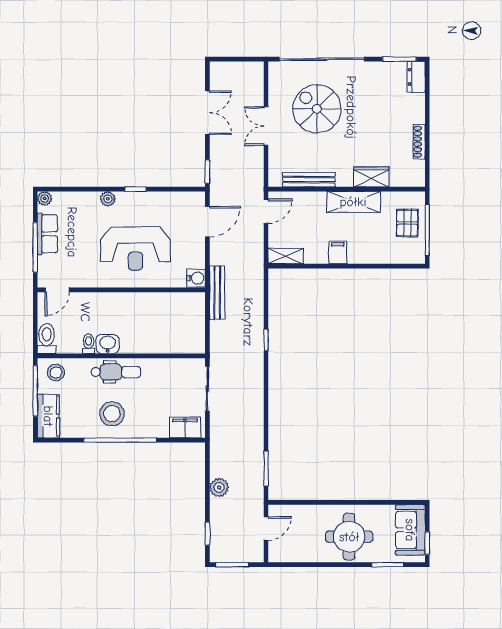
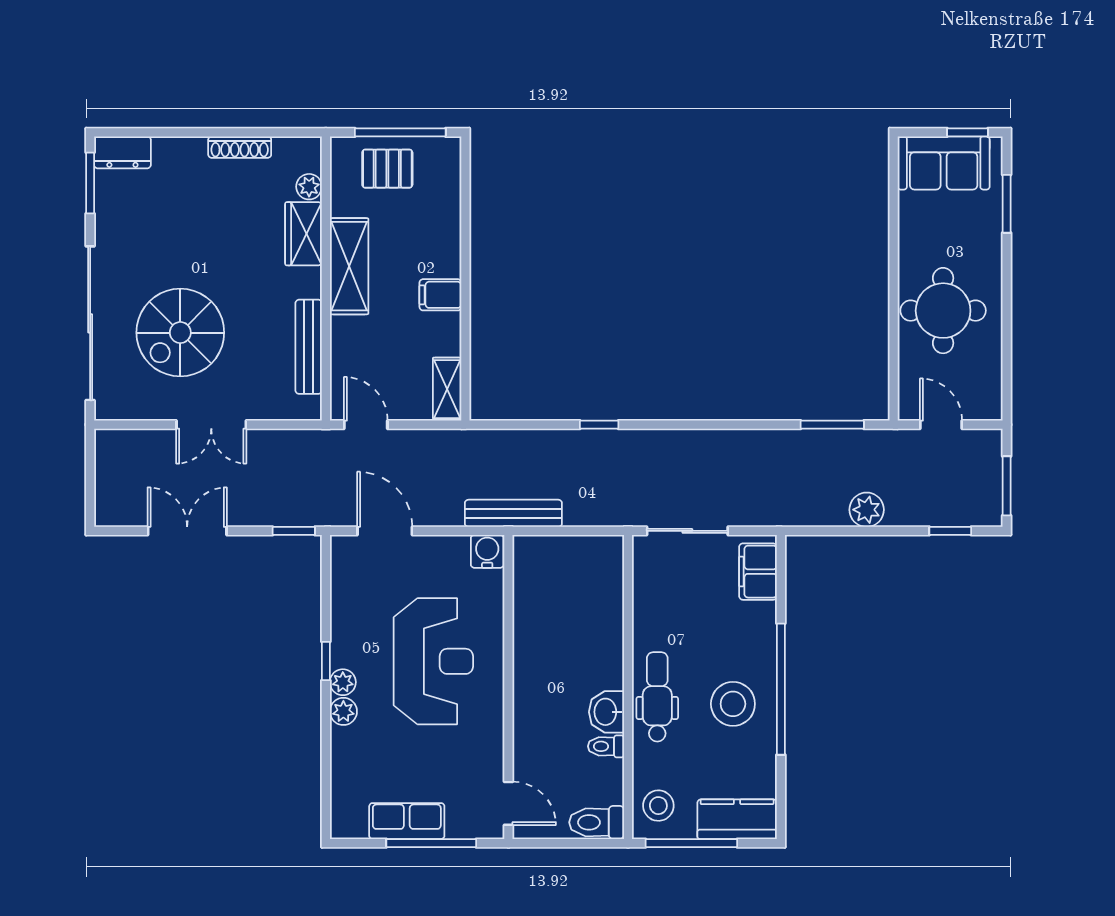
plant: (397, 180) -> (309, 187), added
plant: (45, 199) -> (343, 682), moved
round table: (349, 537) -> (943, 311), moved

